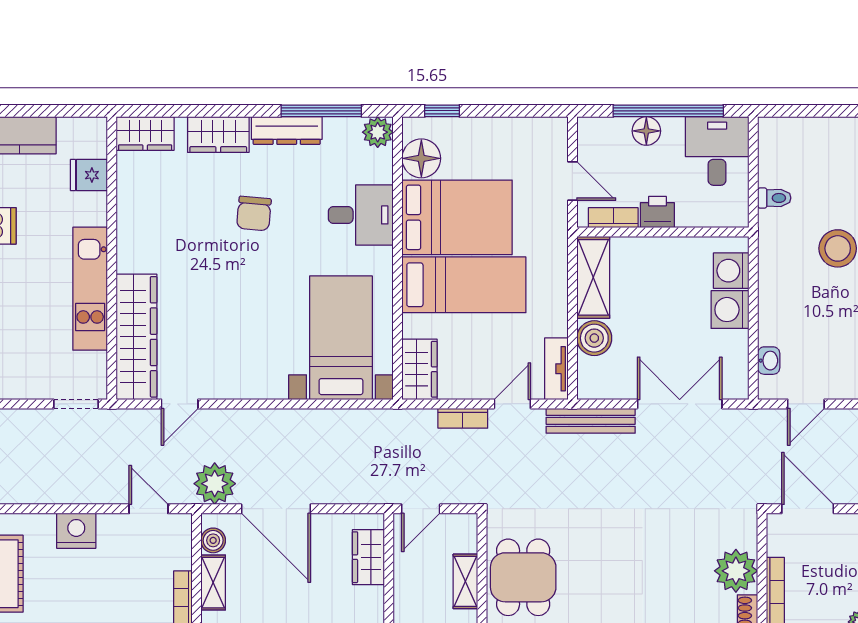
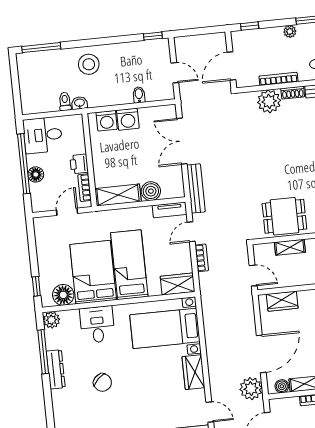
wardrobe: (218, 135) -> (193, 372), moved, turned 180
chair: (254, 213) -> (102, 382), turned 41
bidet: (772, 334) -> (139, 95), added
washbasin: (769, 361) -> (79, 103), moved
door: (512, 404) -> (191, 232), hinge flipped

